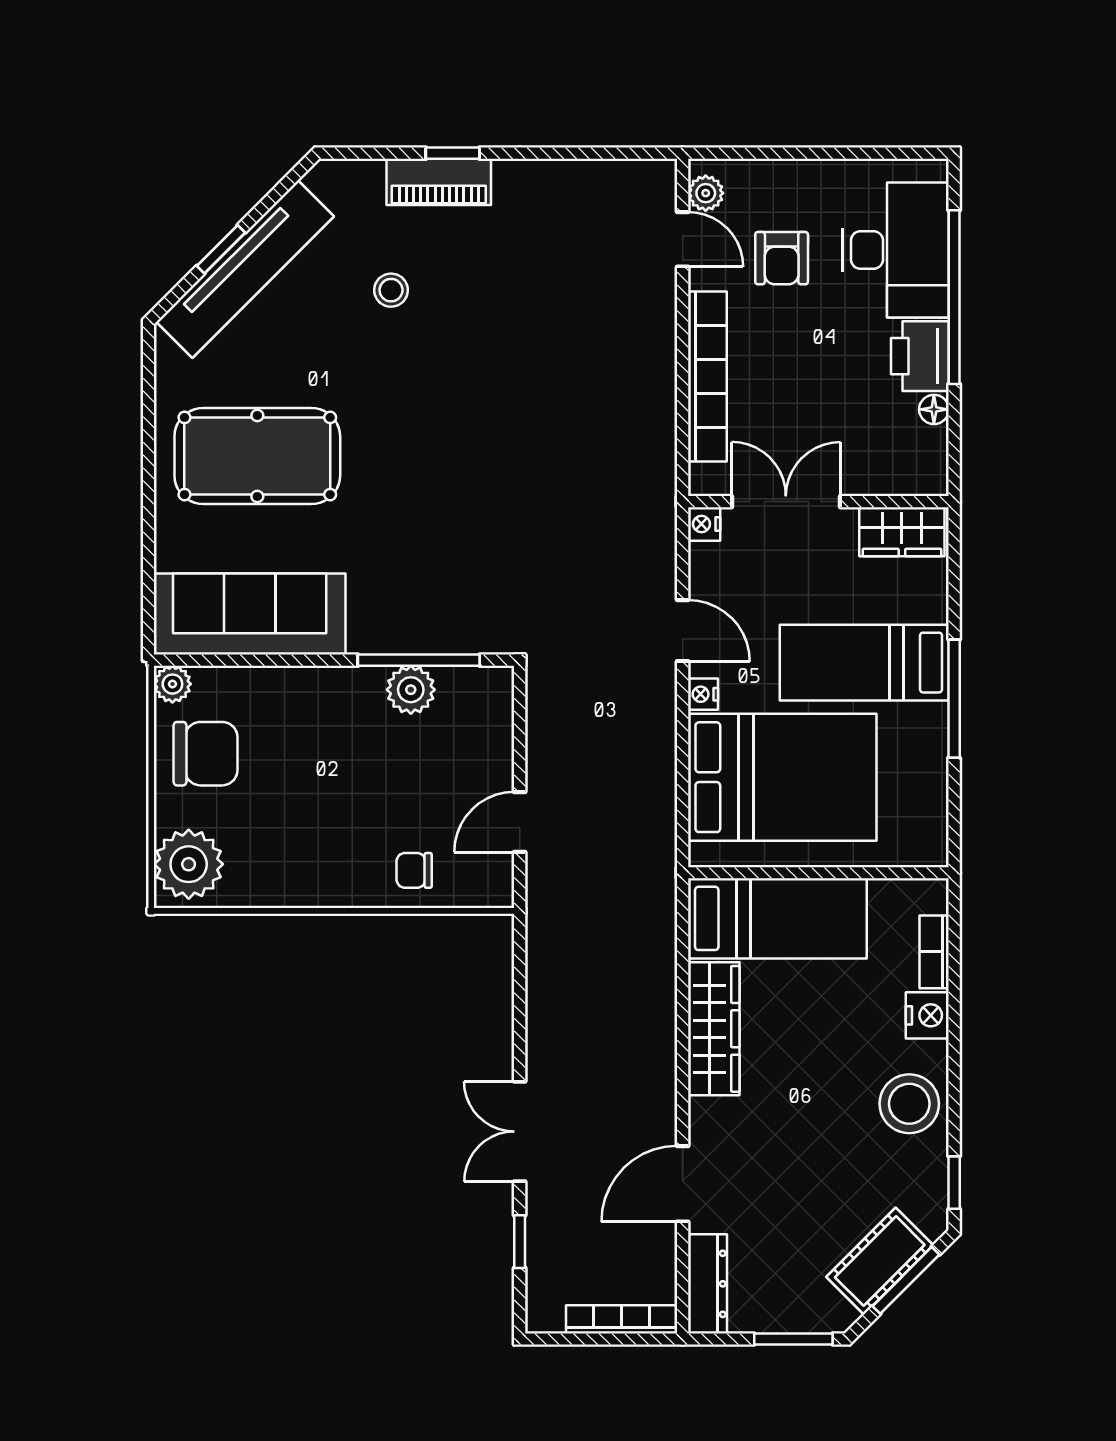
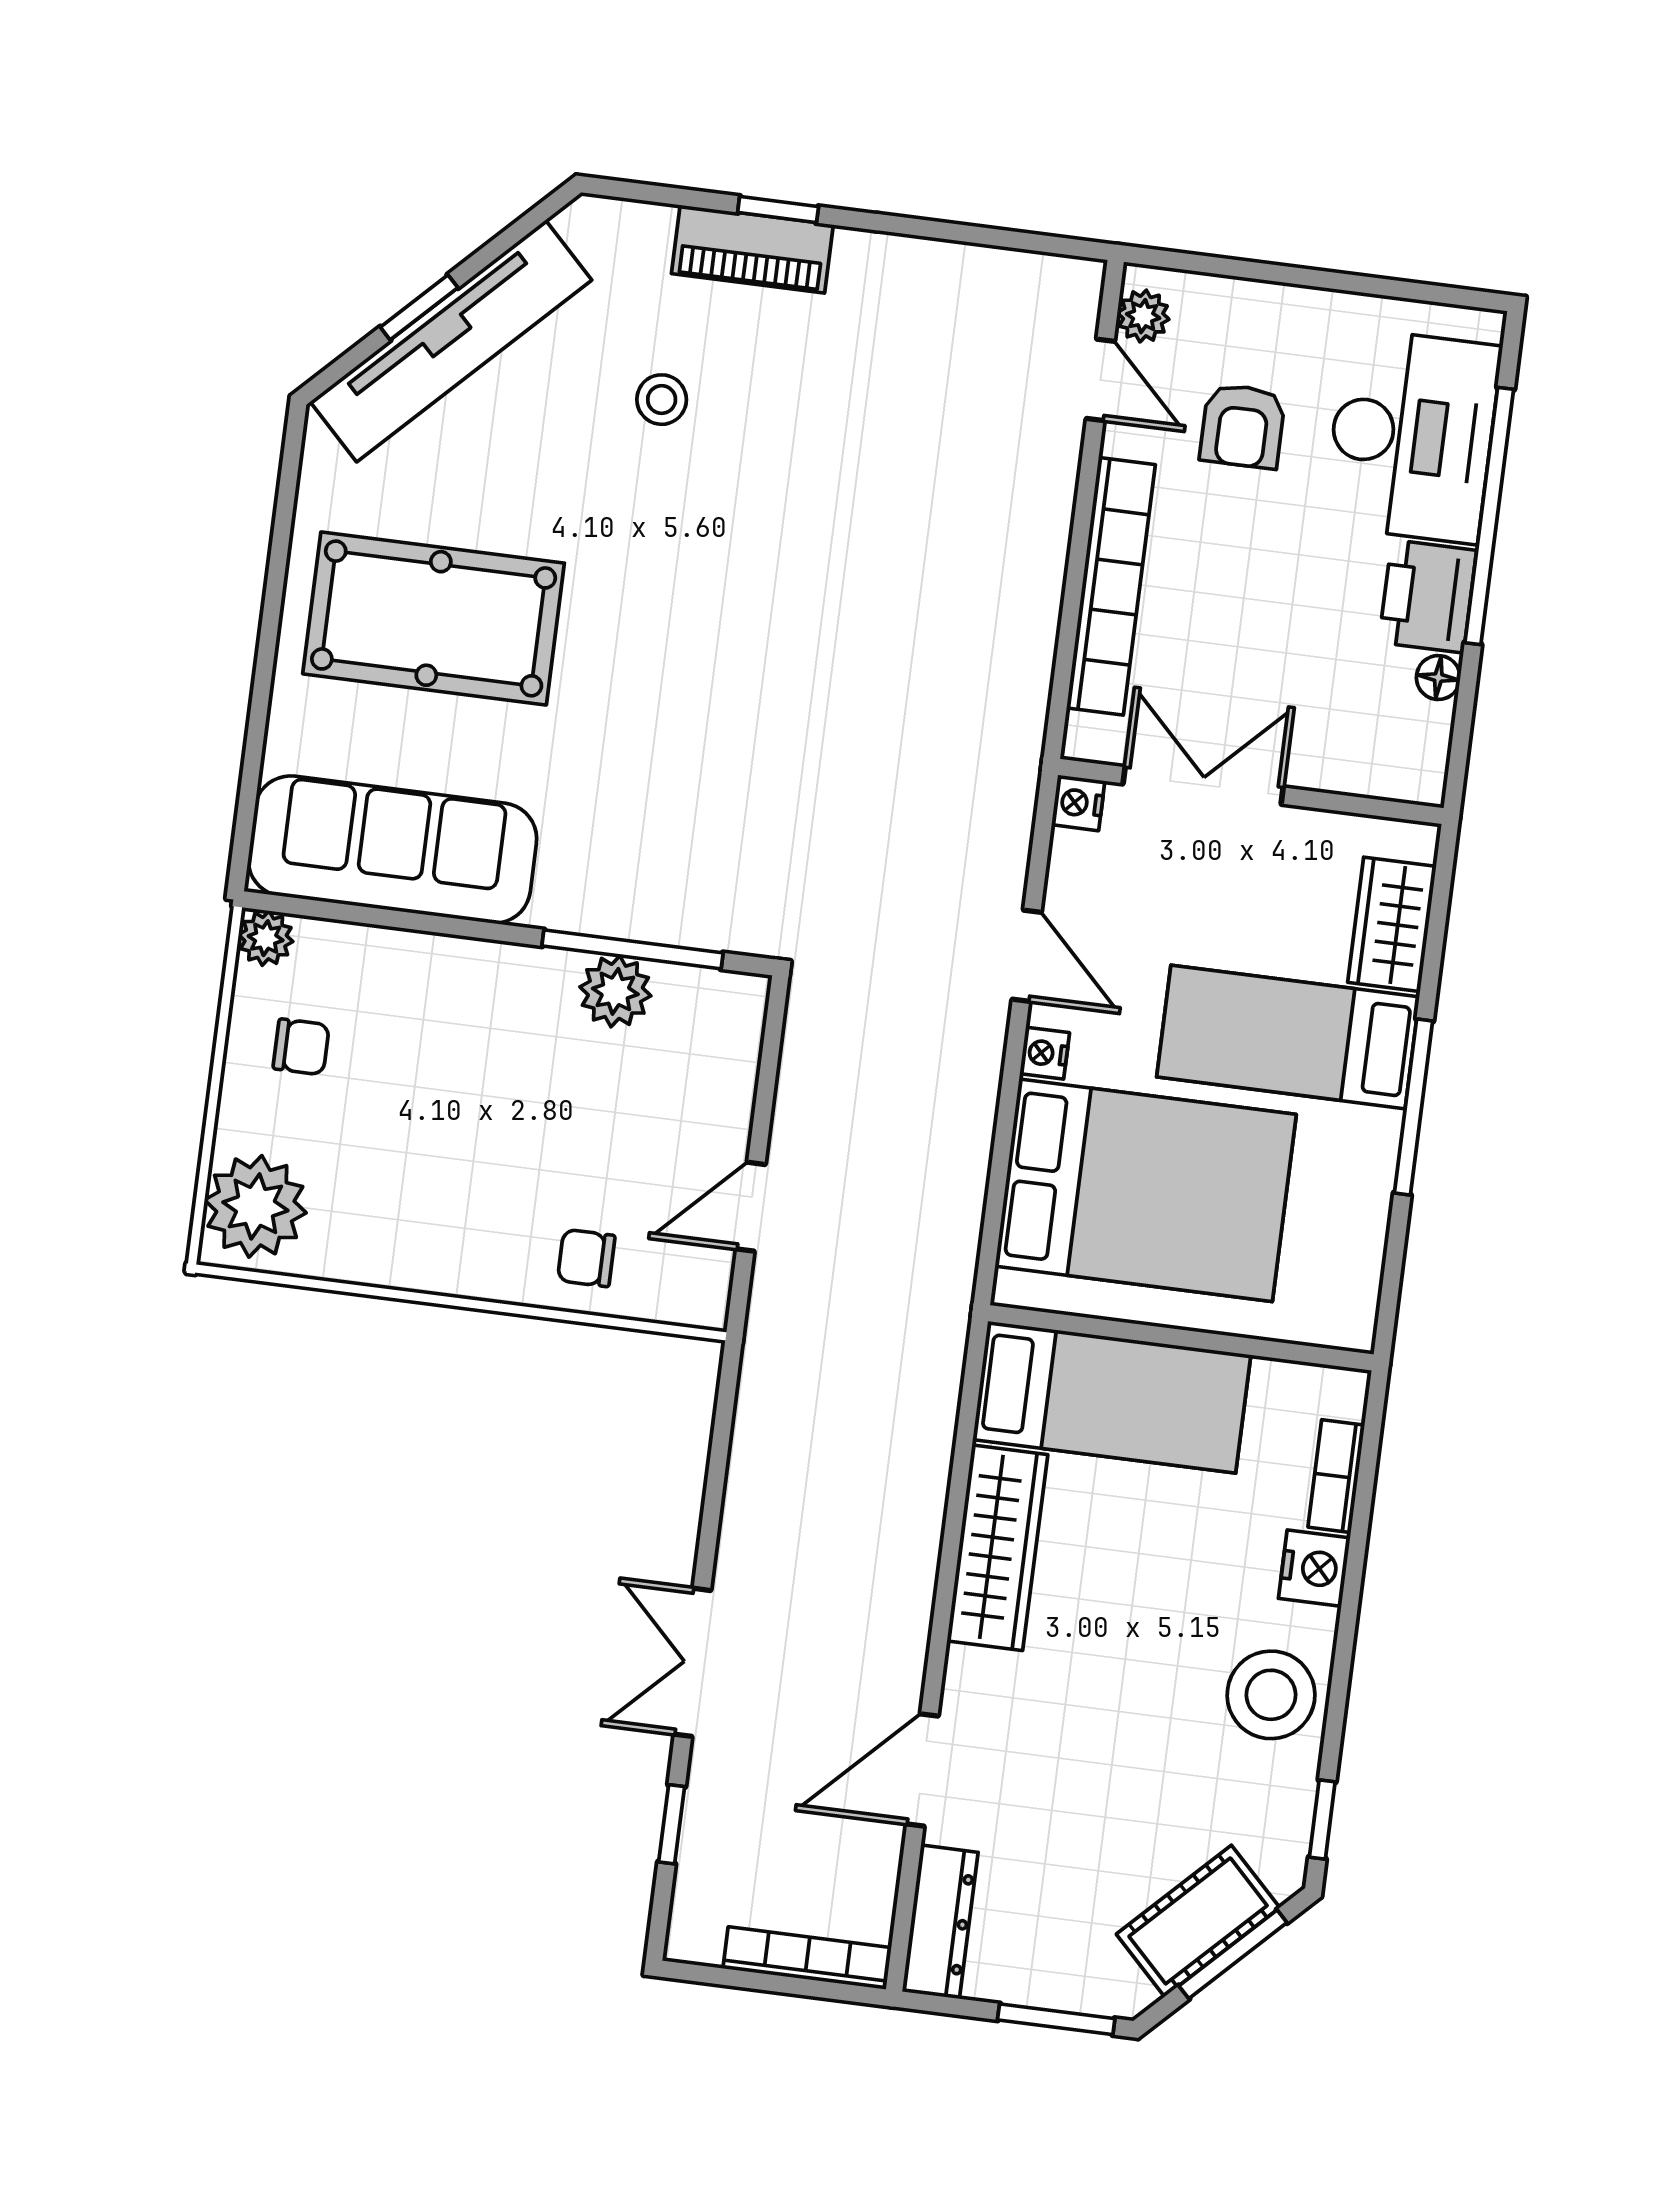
wardrobe: (902, 532) -> (1392, 924), moved, turned 90
chair: (206, 754) -> (301, 1047), width x0.54, depth x0.54

